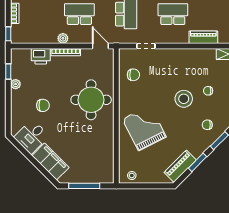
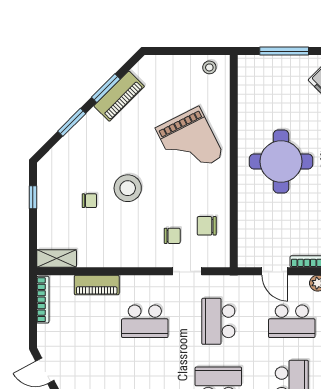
door: (100, 46) -> (275, 271), moved
round table: (91, 100) -> (281, 161), moved
chair: (207, 125) -> (172, 236), moved
piano: (180, 166) -> (119, 96), moved

